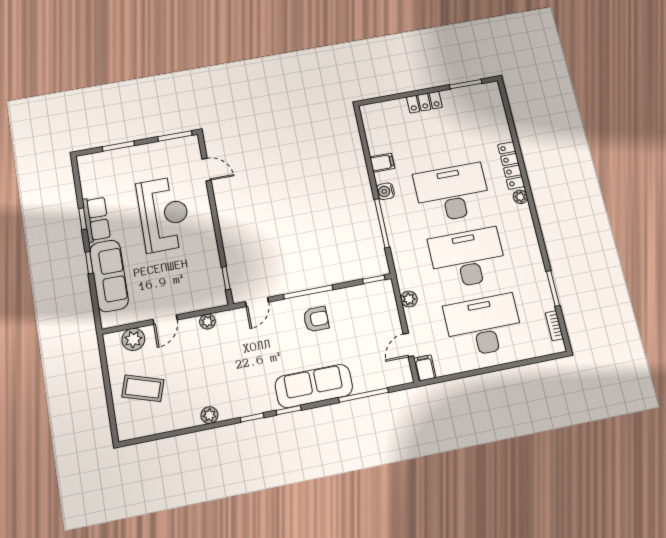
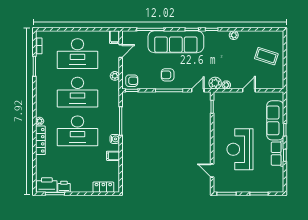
printer: (482, 95) -> (47, 185), added
printer: (453, 98) -> (64, 187), added
locker: (424, 102) -> (103, 187), moved
armchair: (378, 296) -> (132, 81), added
plant: (133, 339) -> (215, 83), moved
sofa: (314, 386) -> (176, 42), width x1.36, depth x1.27

